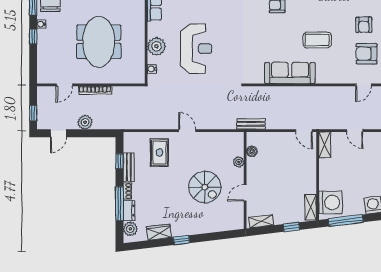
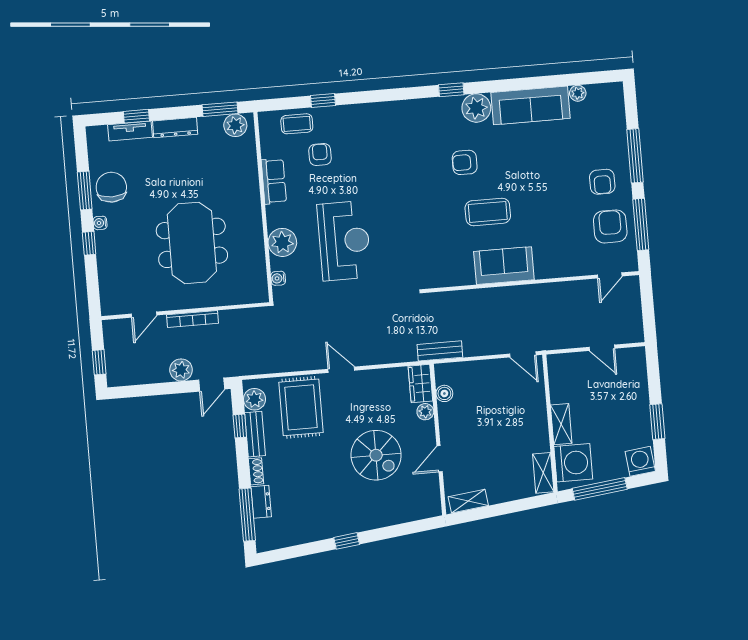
coffee table: (317, 40) -> (488, 212), moved
armchair: (366, 54) -> (610, 226), turned 90
sofa: (290, 73) -> (504, 266), width x0.73
door: (58, 133) -> (212, 385), moved
shelving: (325, 145) -> (561, 424), moved
rug: (160, 153) -> (301, 407), width x1.36, depth x1.43
window: (120, 204) -> (247, 515), moved
window: (291, 227) -> (516, 506), removed
plant: (130, 229) -> (254, 399), moved
wardrobe: (159, 232) -> (420, 384), moved, turned -83

